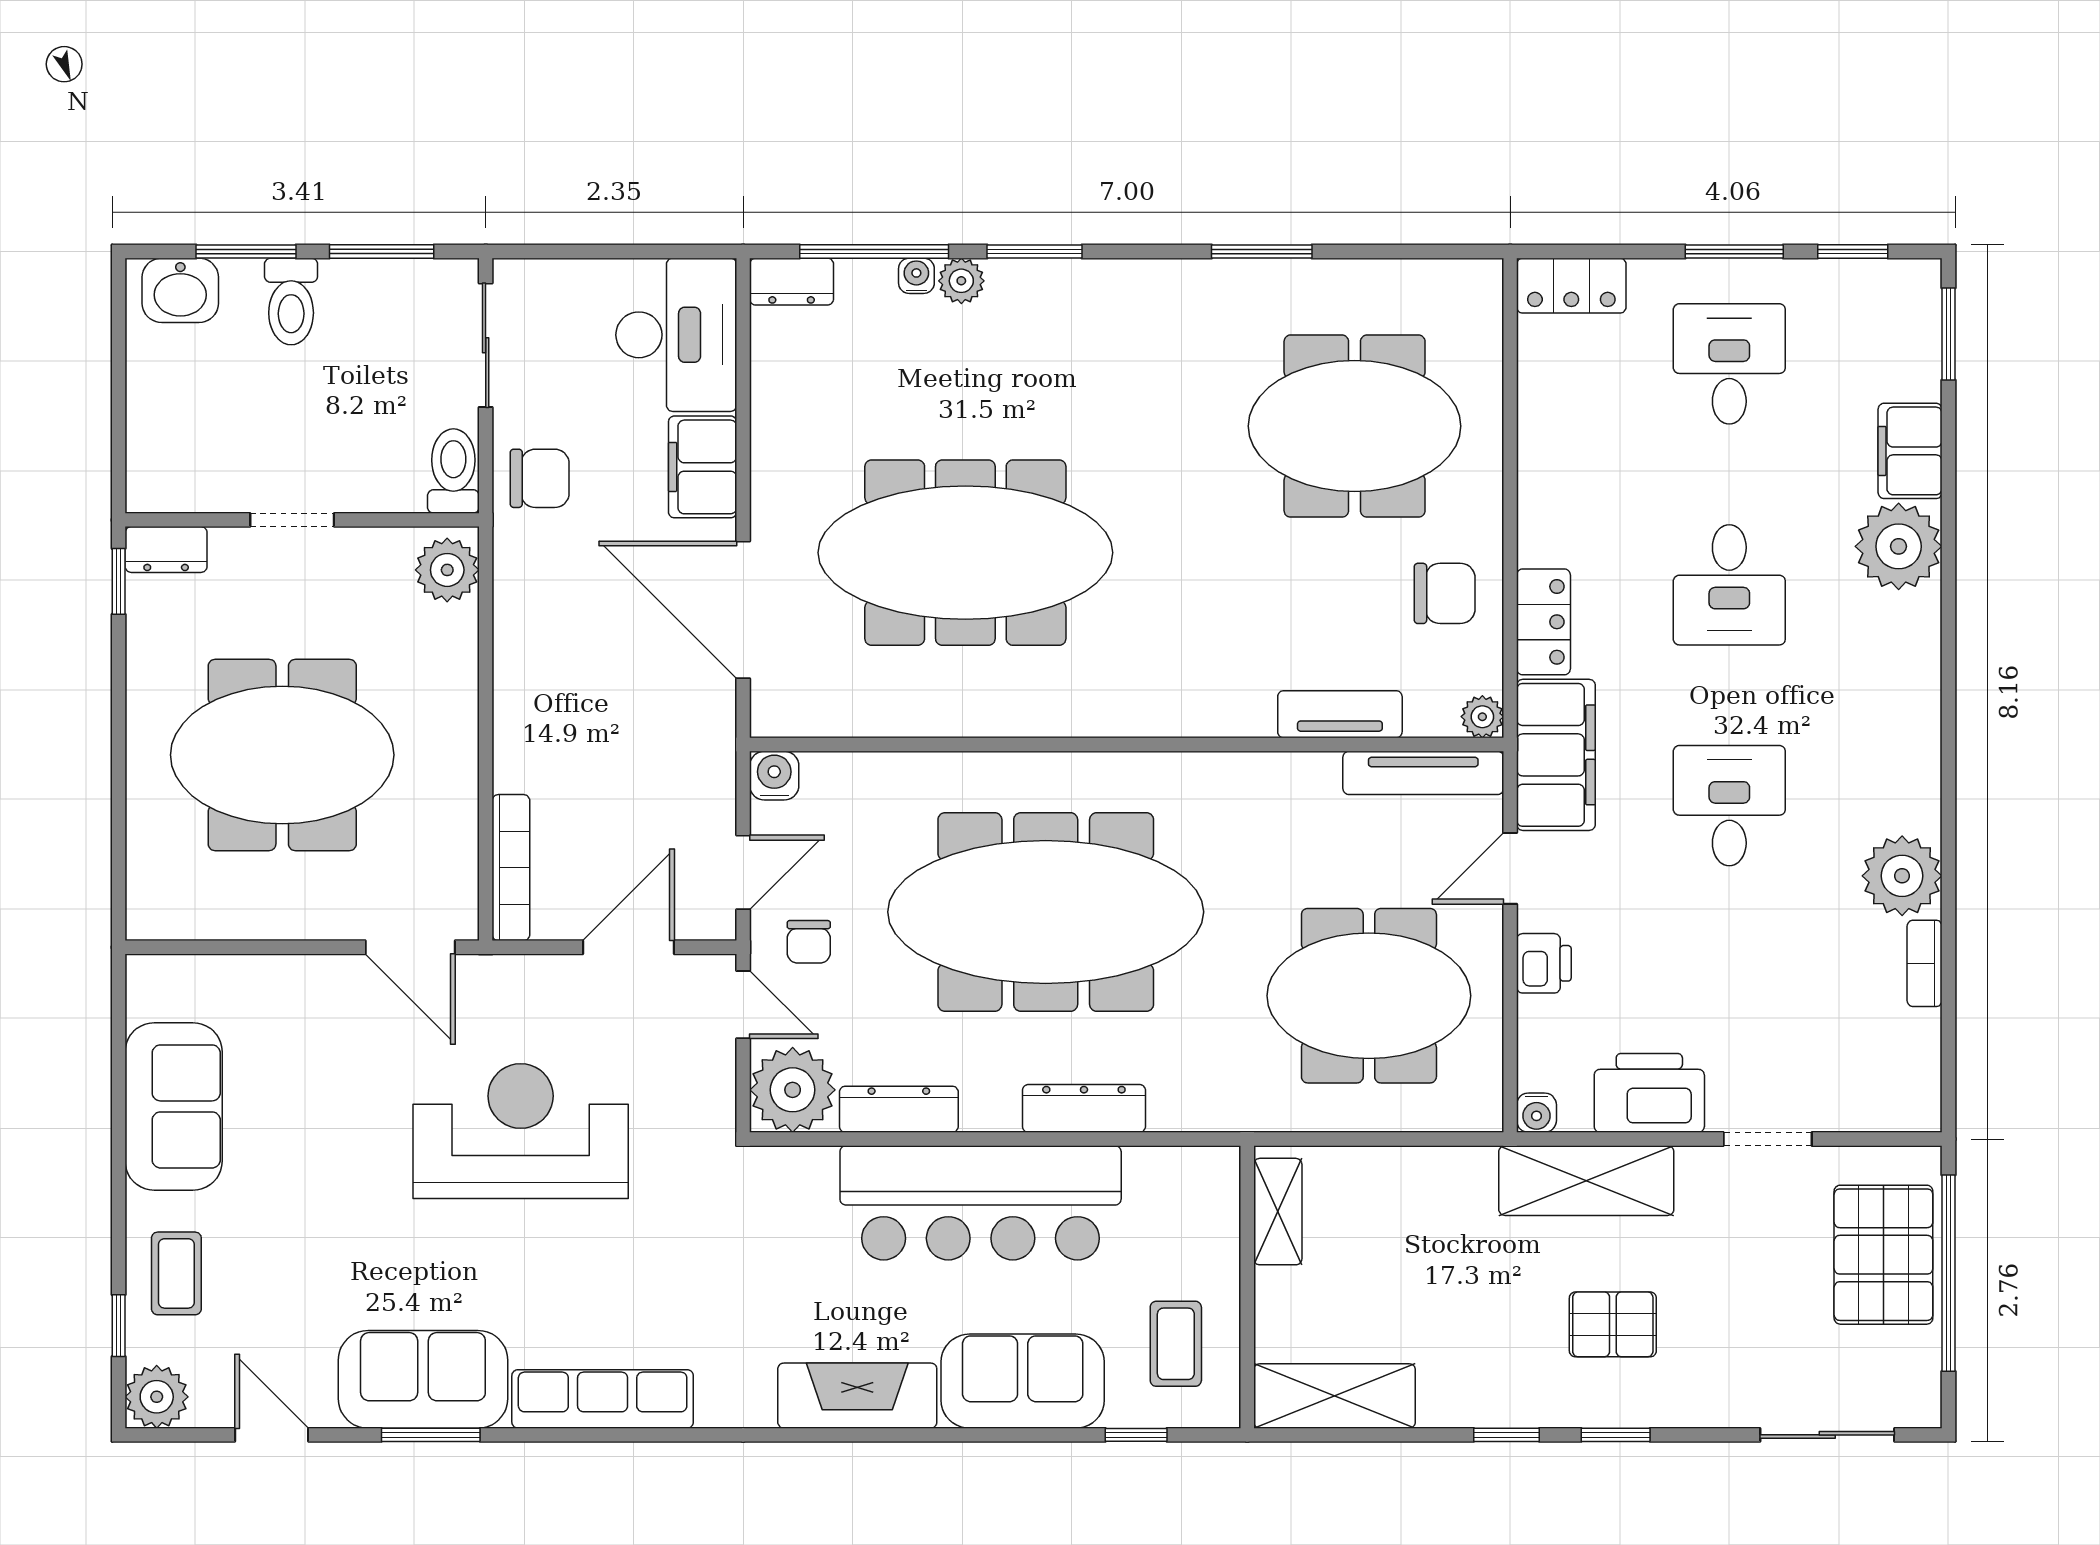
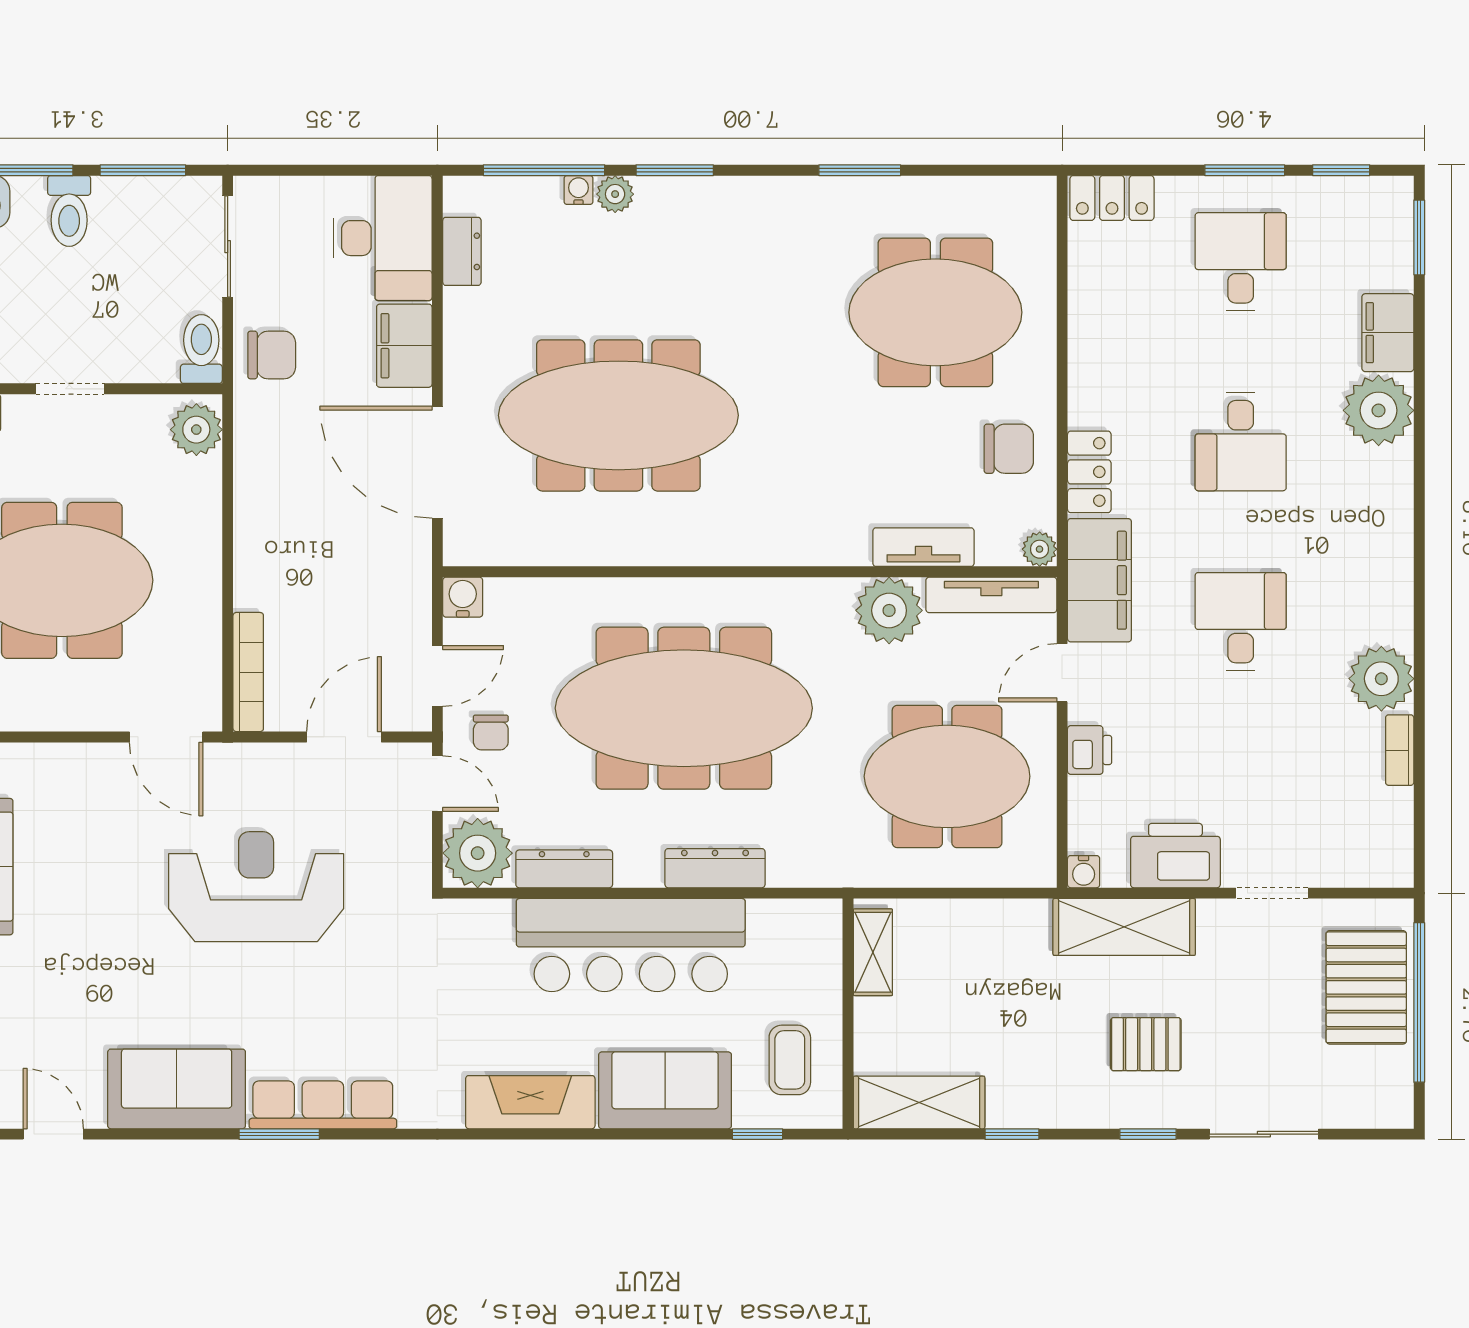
dresser: (792, 282) -> (462, 251), moved, turned -90
plant: (1298, 792) -> (889, 610), added
window: (431, 1435) -> (279, 1134), moved
window: (1507, 1435) -> (1012, 1134), moved
sliding door: (1827, 1435) -> (1264, 1134), moved

